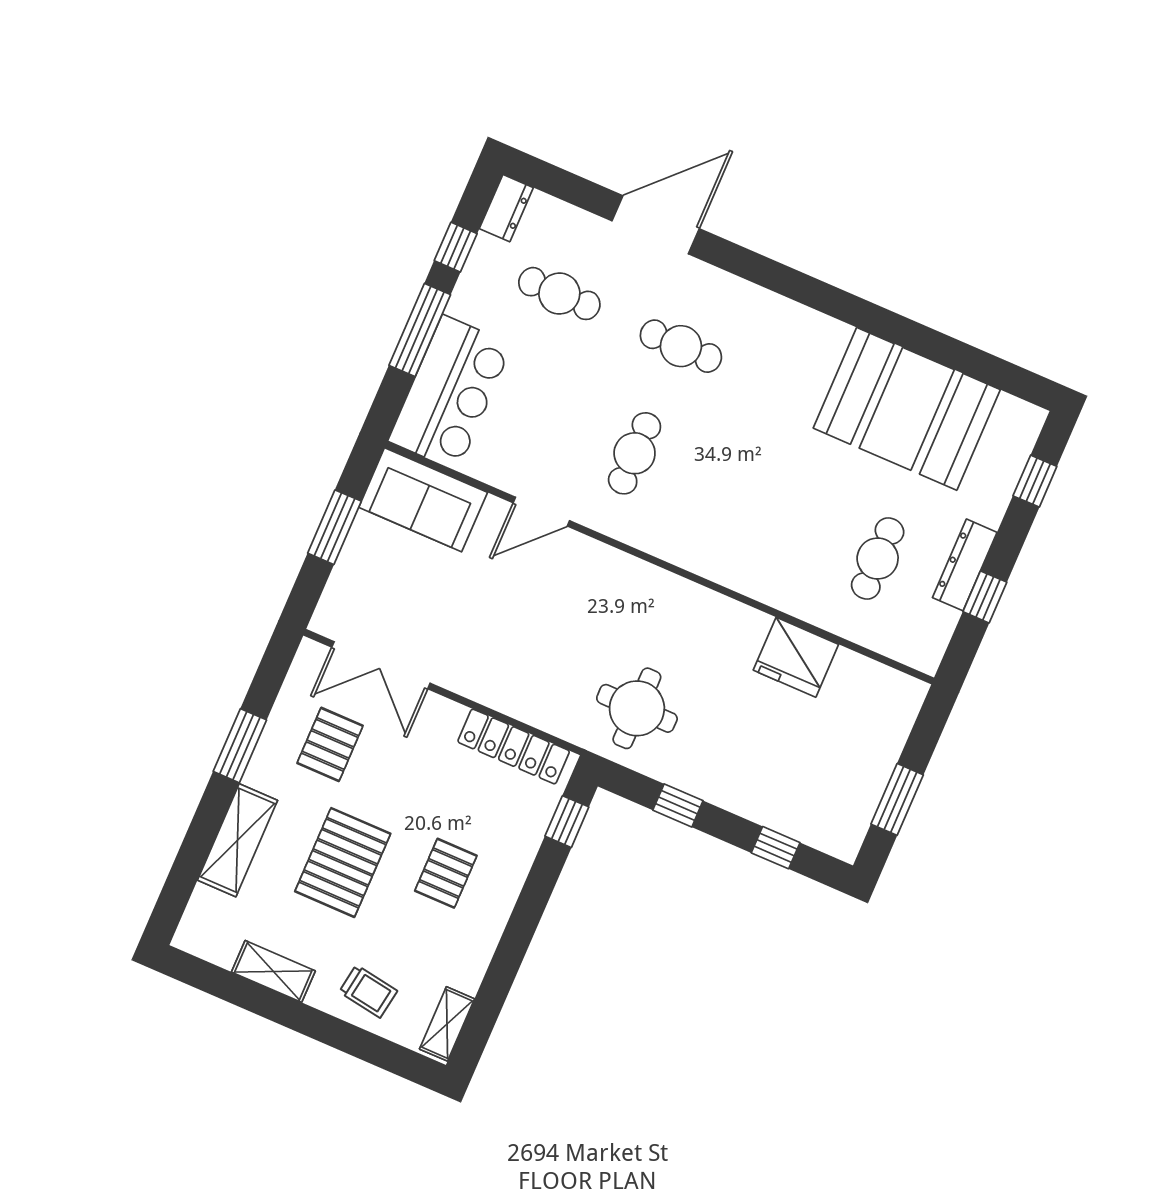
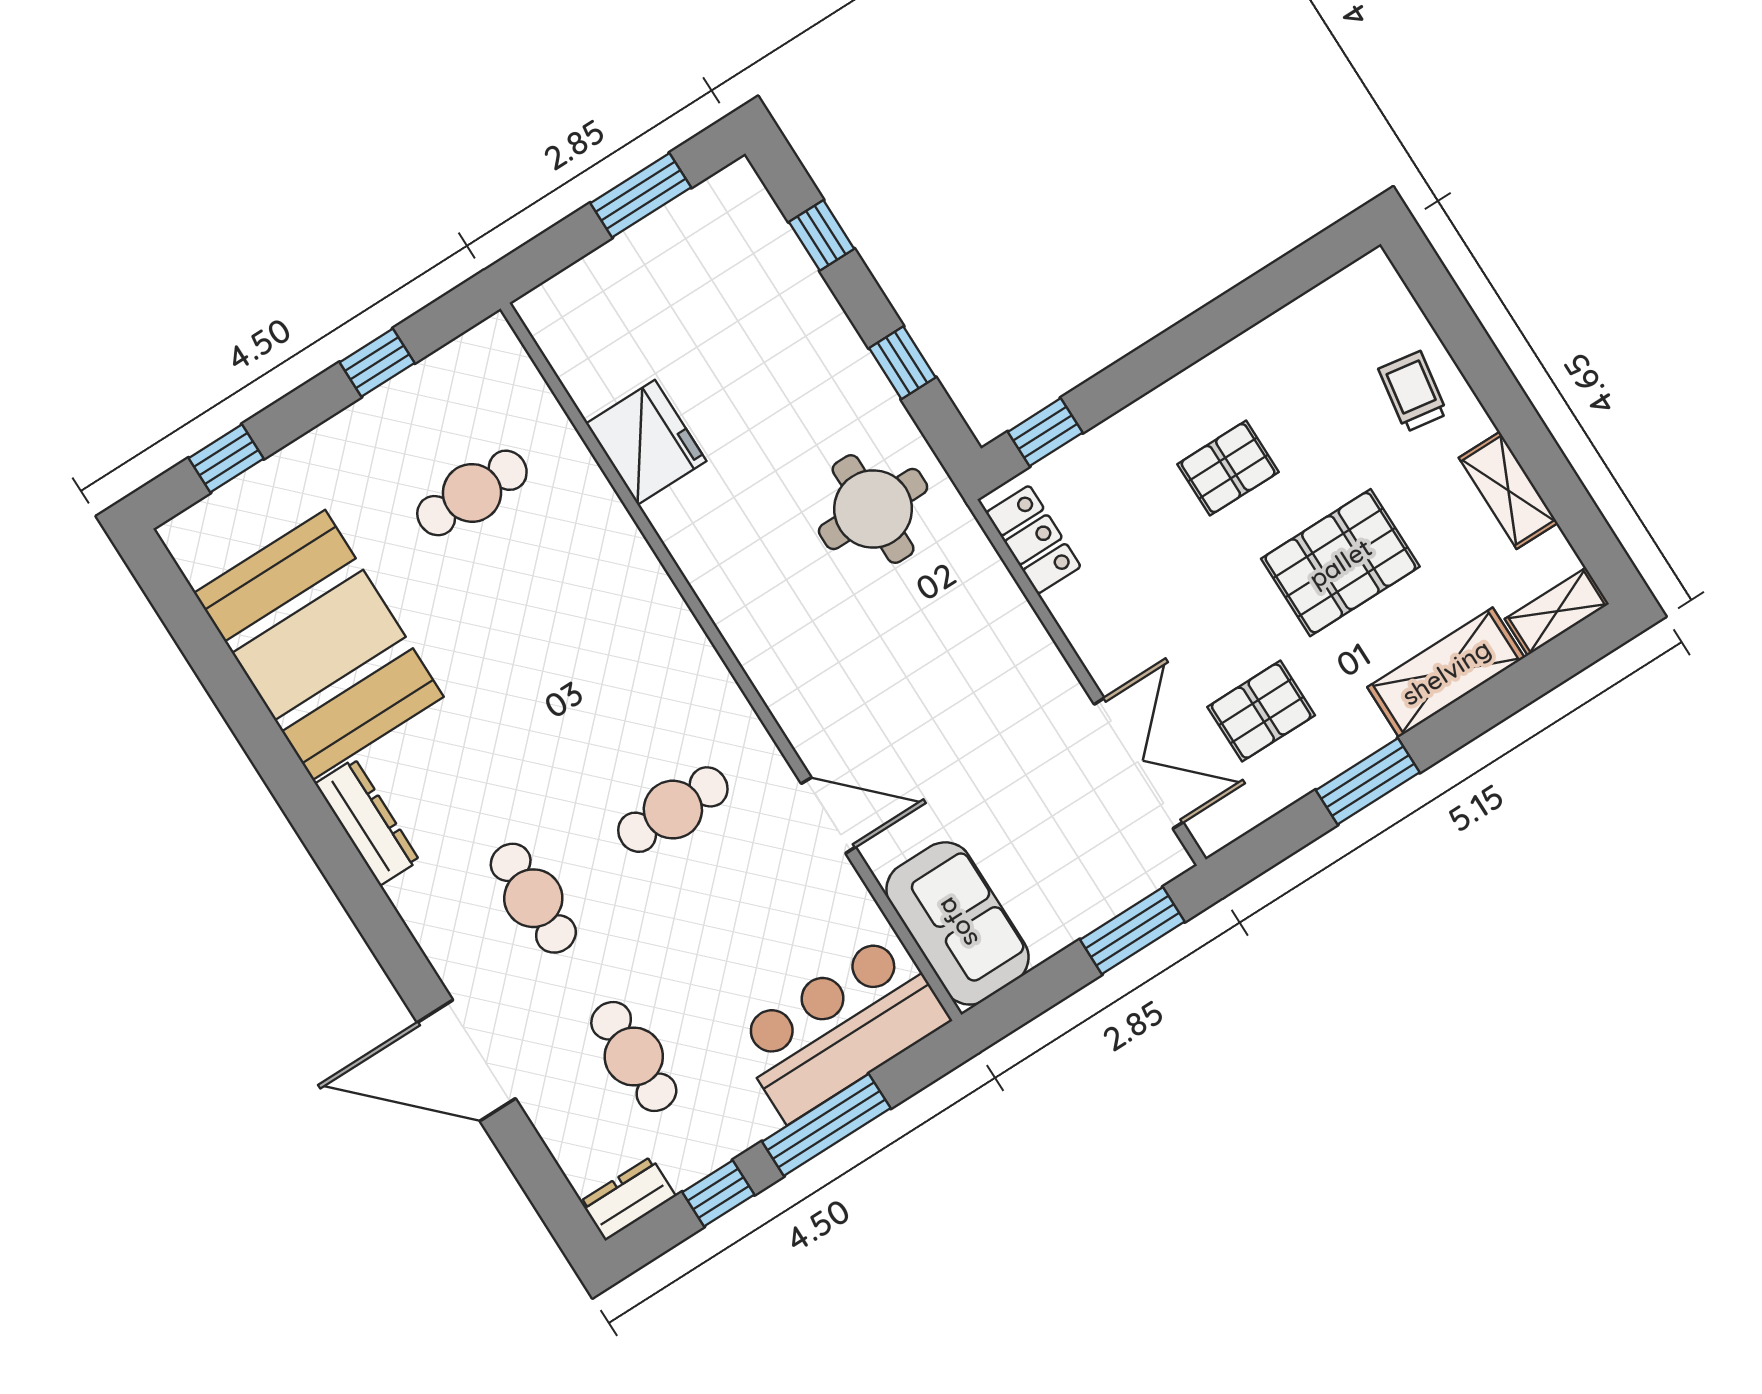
window: (334, 527) -> (1132, 931), moved
dresser: (965, 565) -> (367, 822), moved, turned -90
locker: (514, 746) -> (1033, 540), width x0.66
shelving: (447, 1024) -> (1557, 611), moved

